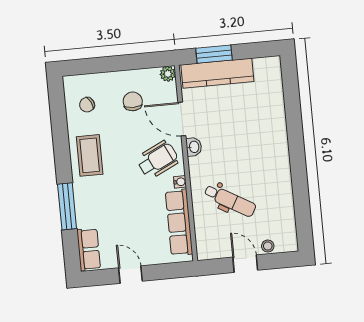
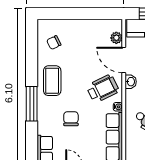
plant: (168, 74) -> (116, 38), moved
chair: (133, 101) -> (71, 119), moved
window: (67, 206) -> (32, 104), moved

